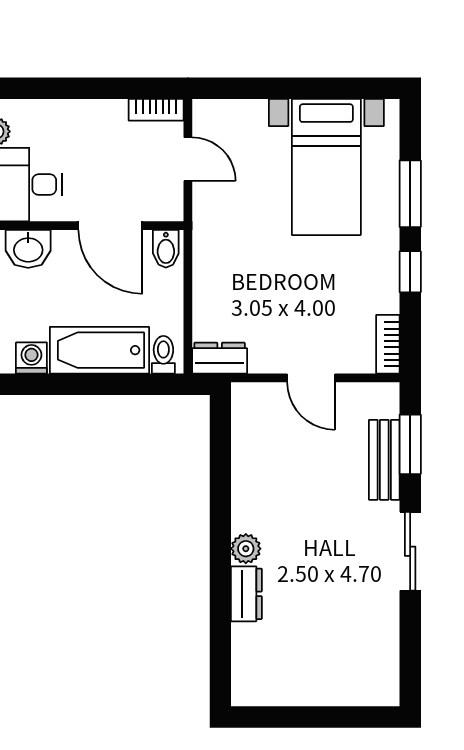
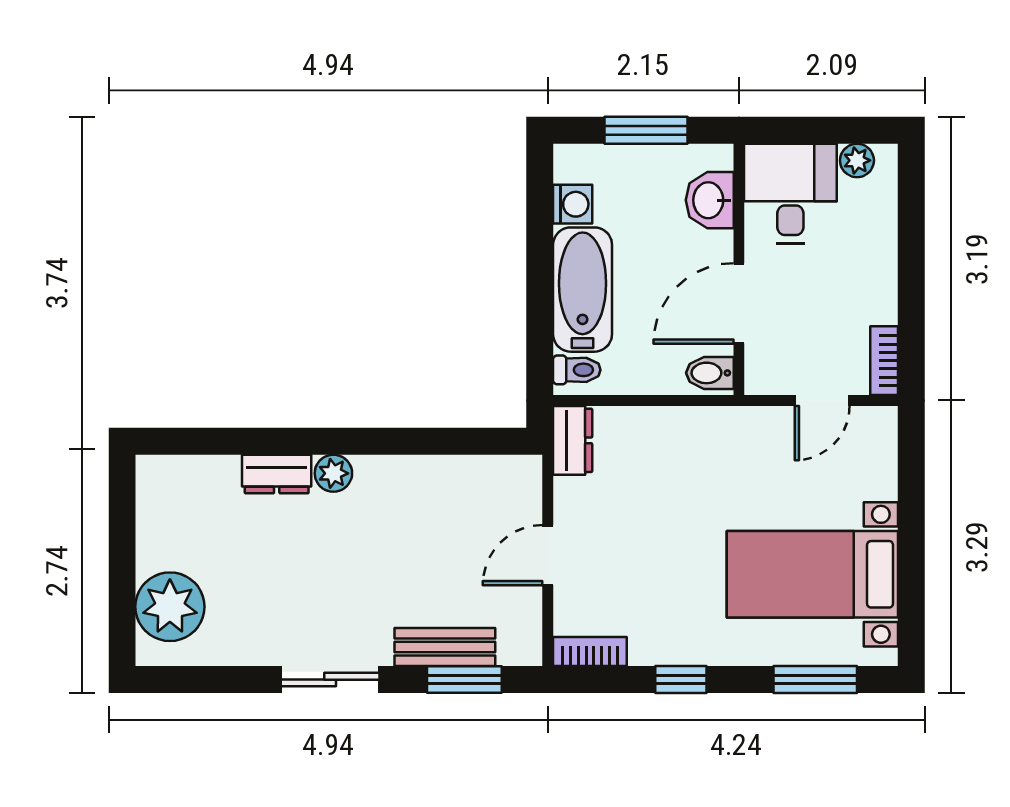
window: (410, 194) -> (815, 680), moved
plant: (352, 679) -> (170, 607), added

